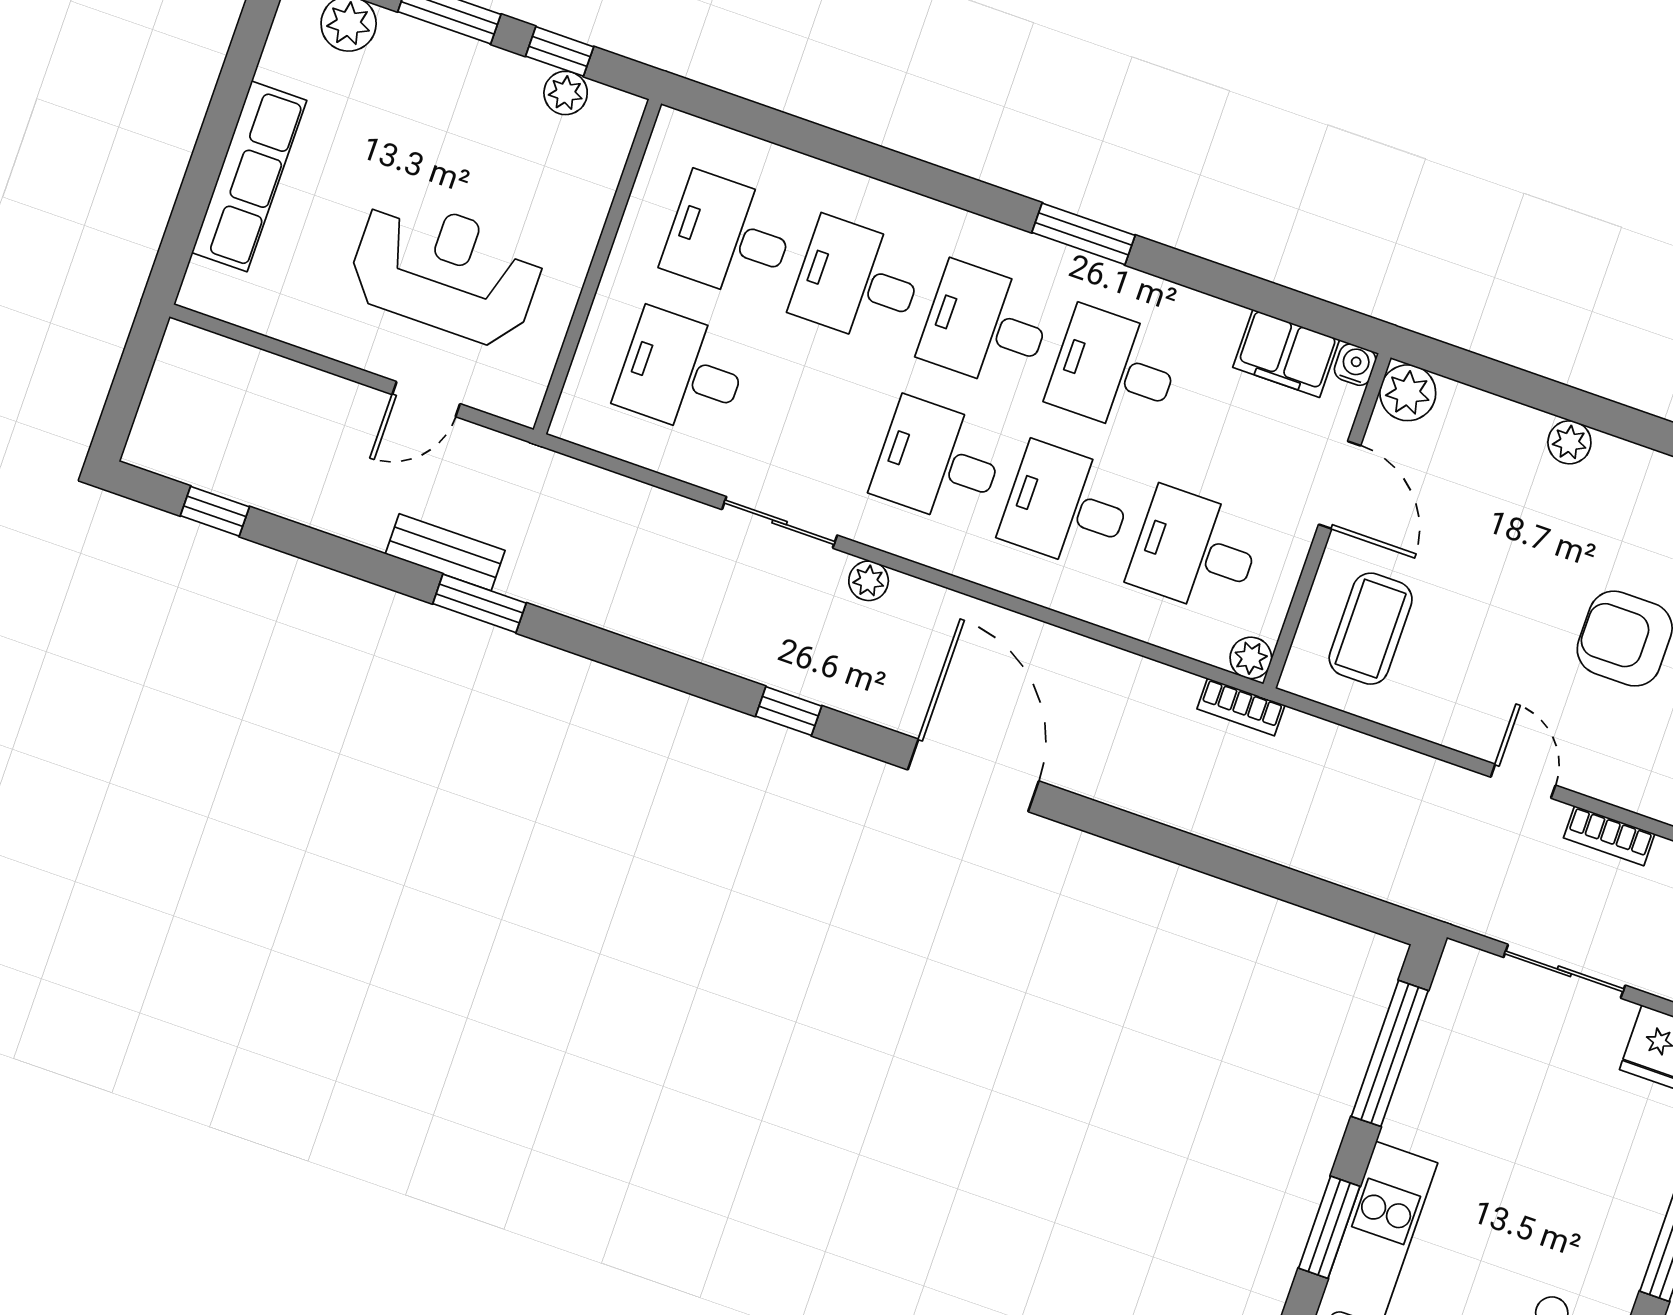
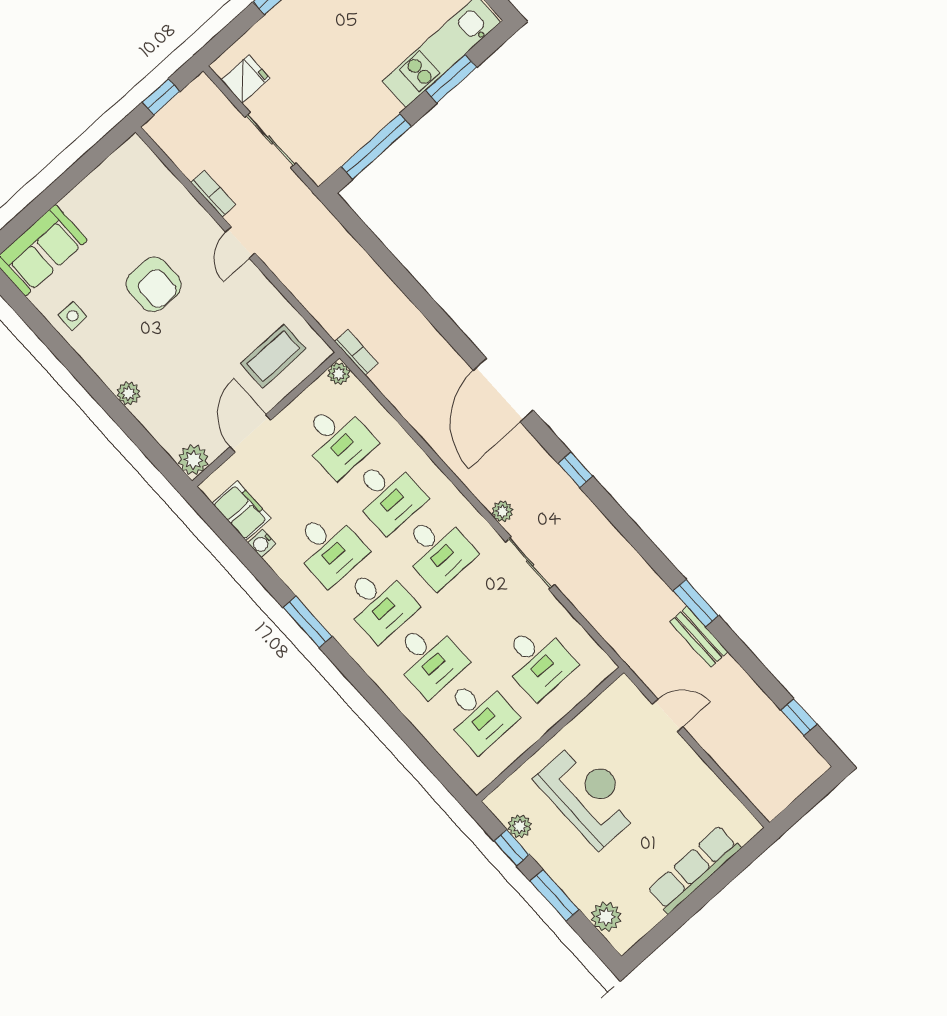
reception desk: (446, 271) -> (588, 795), moved, turned 180
water cooler: (1355, 365) -> (262, 543), moved

